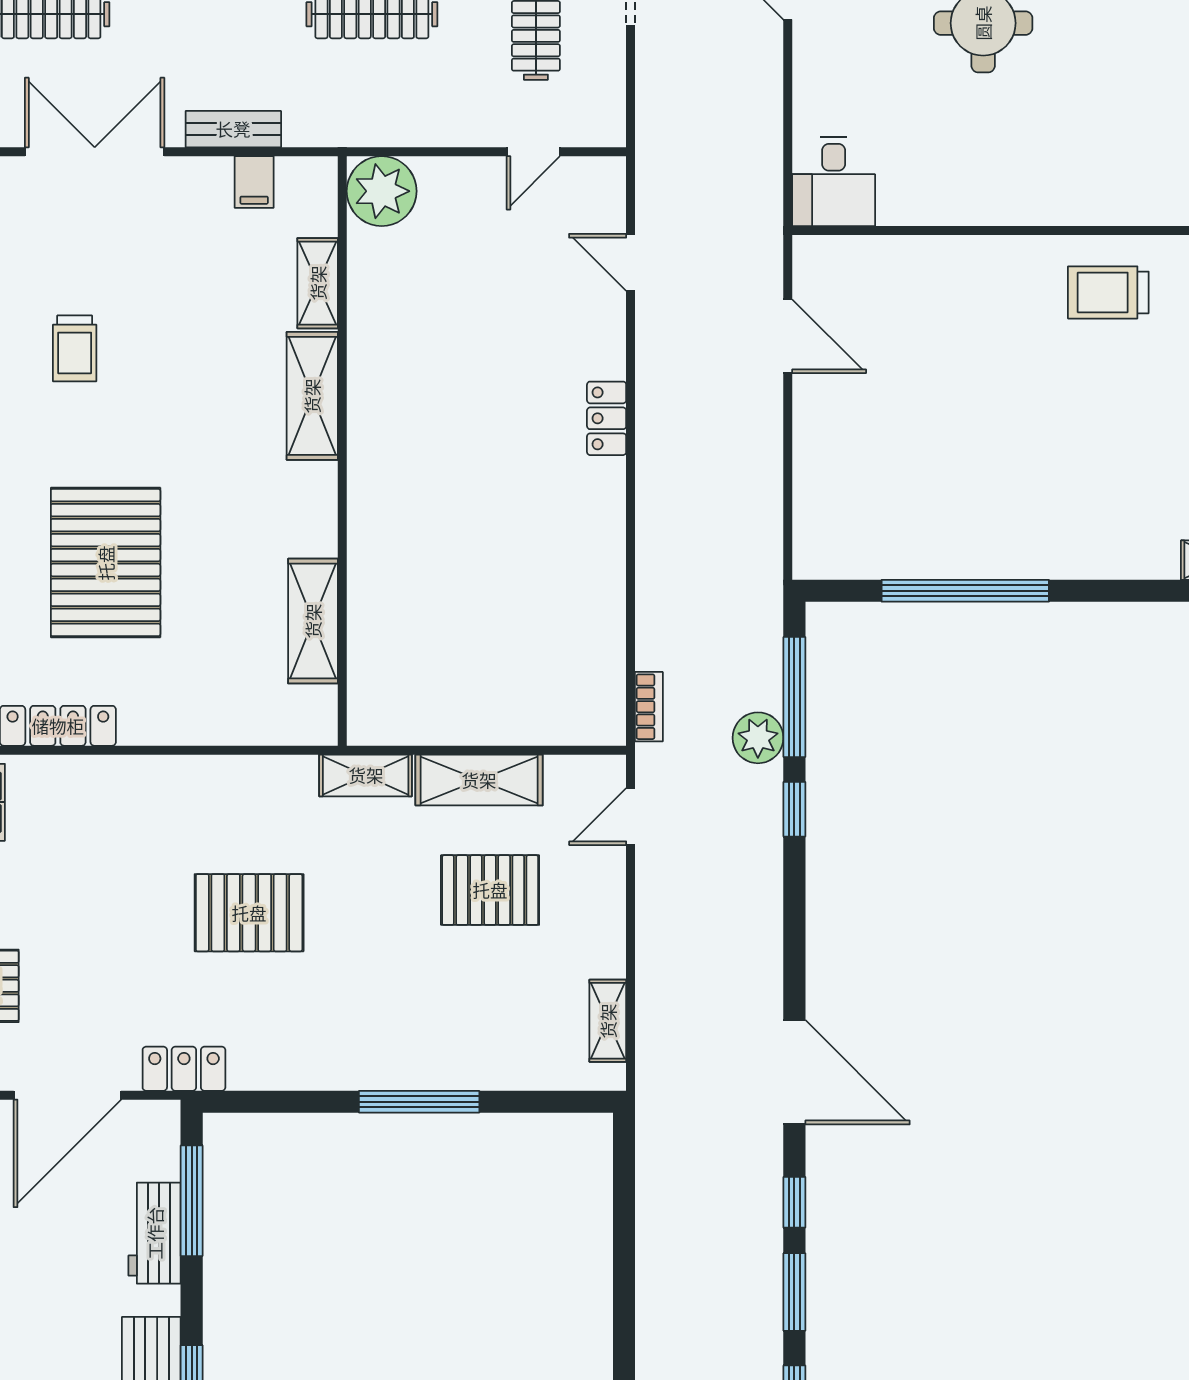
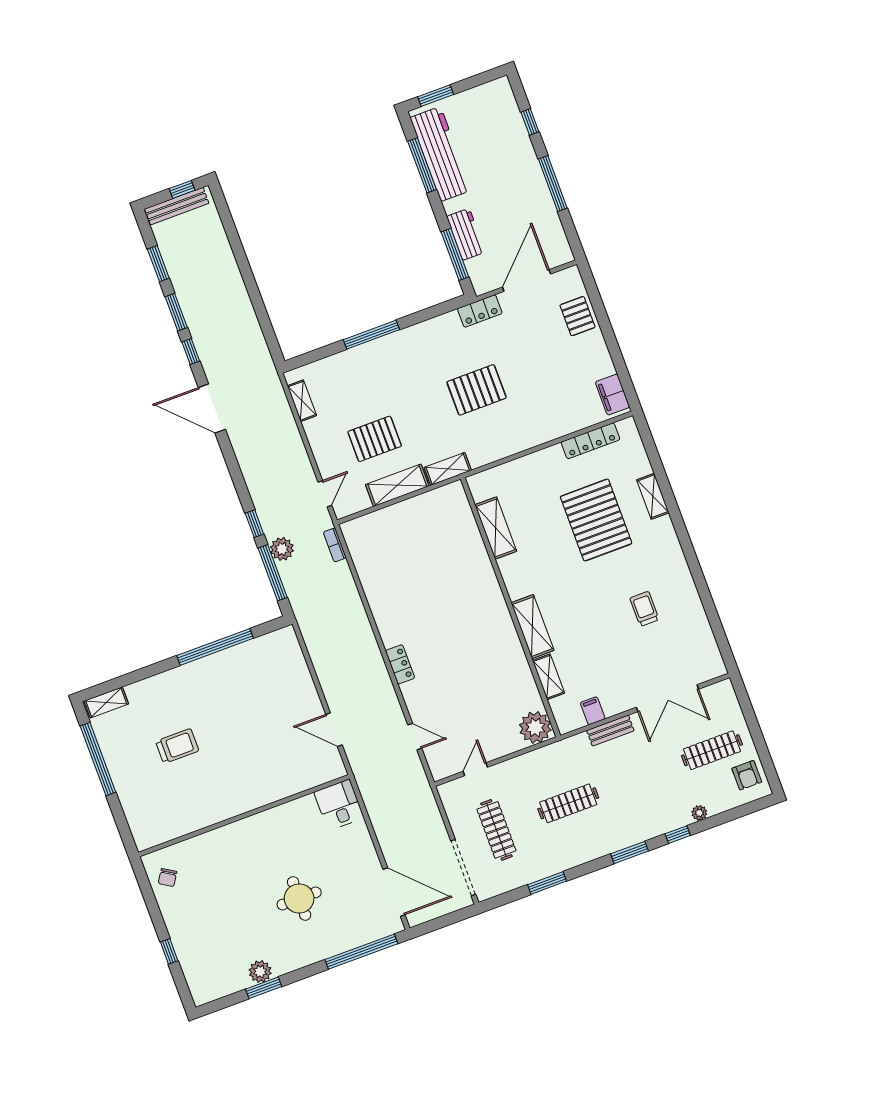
trolley: (1108, 292) -> (177, 746), moved

